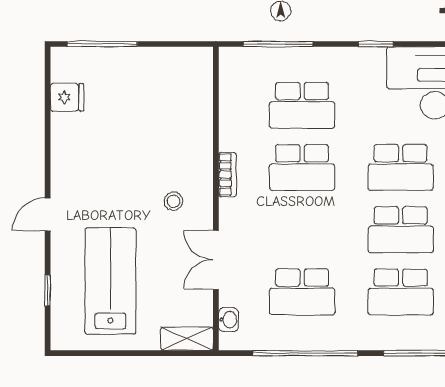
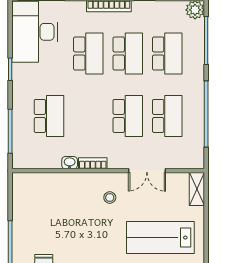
school desk: (302, 167) -> (128, 116), moved
washbasin: (228, 320) -> (70, 163), moved

